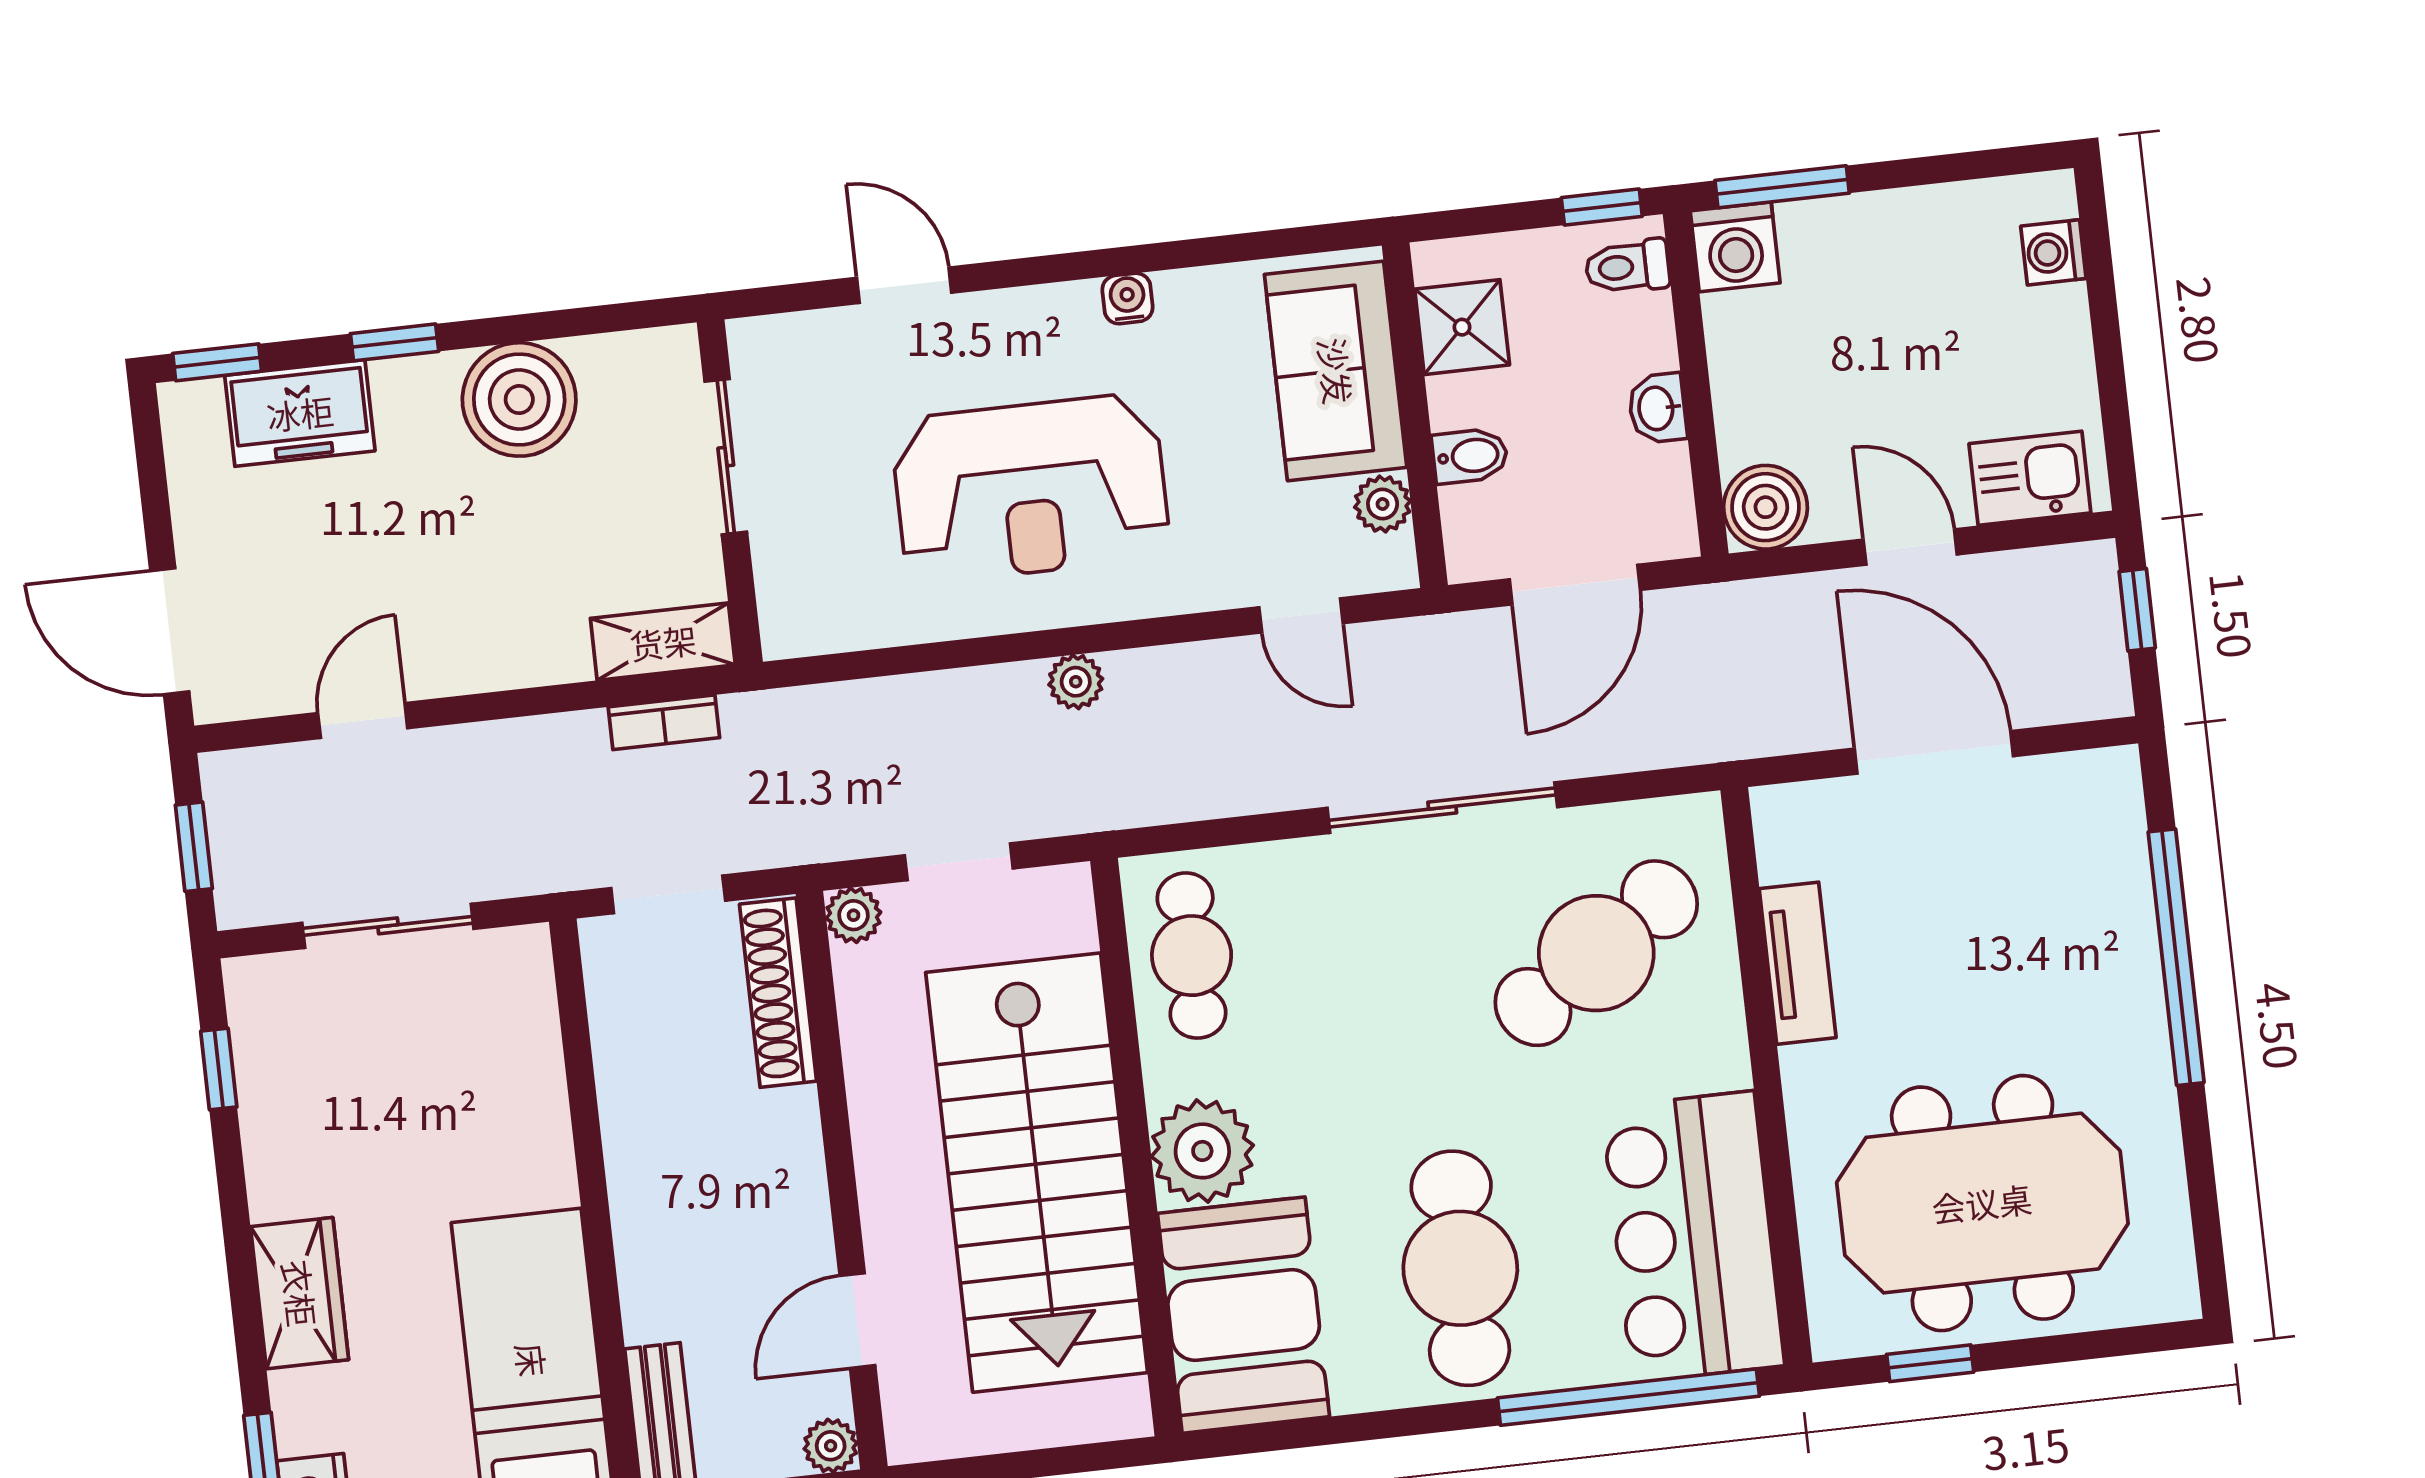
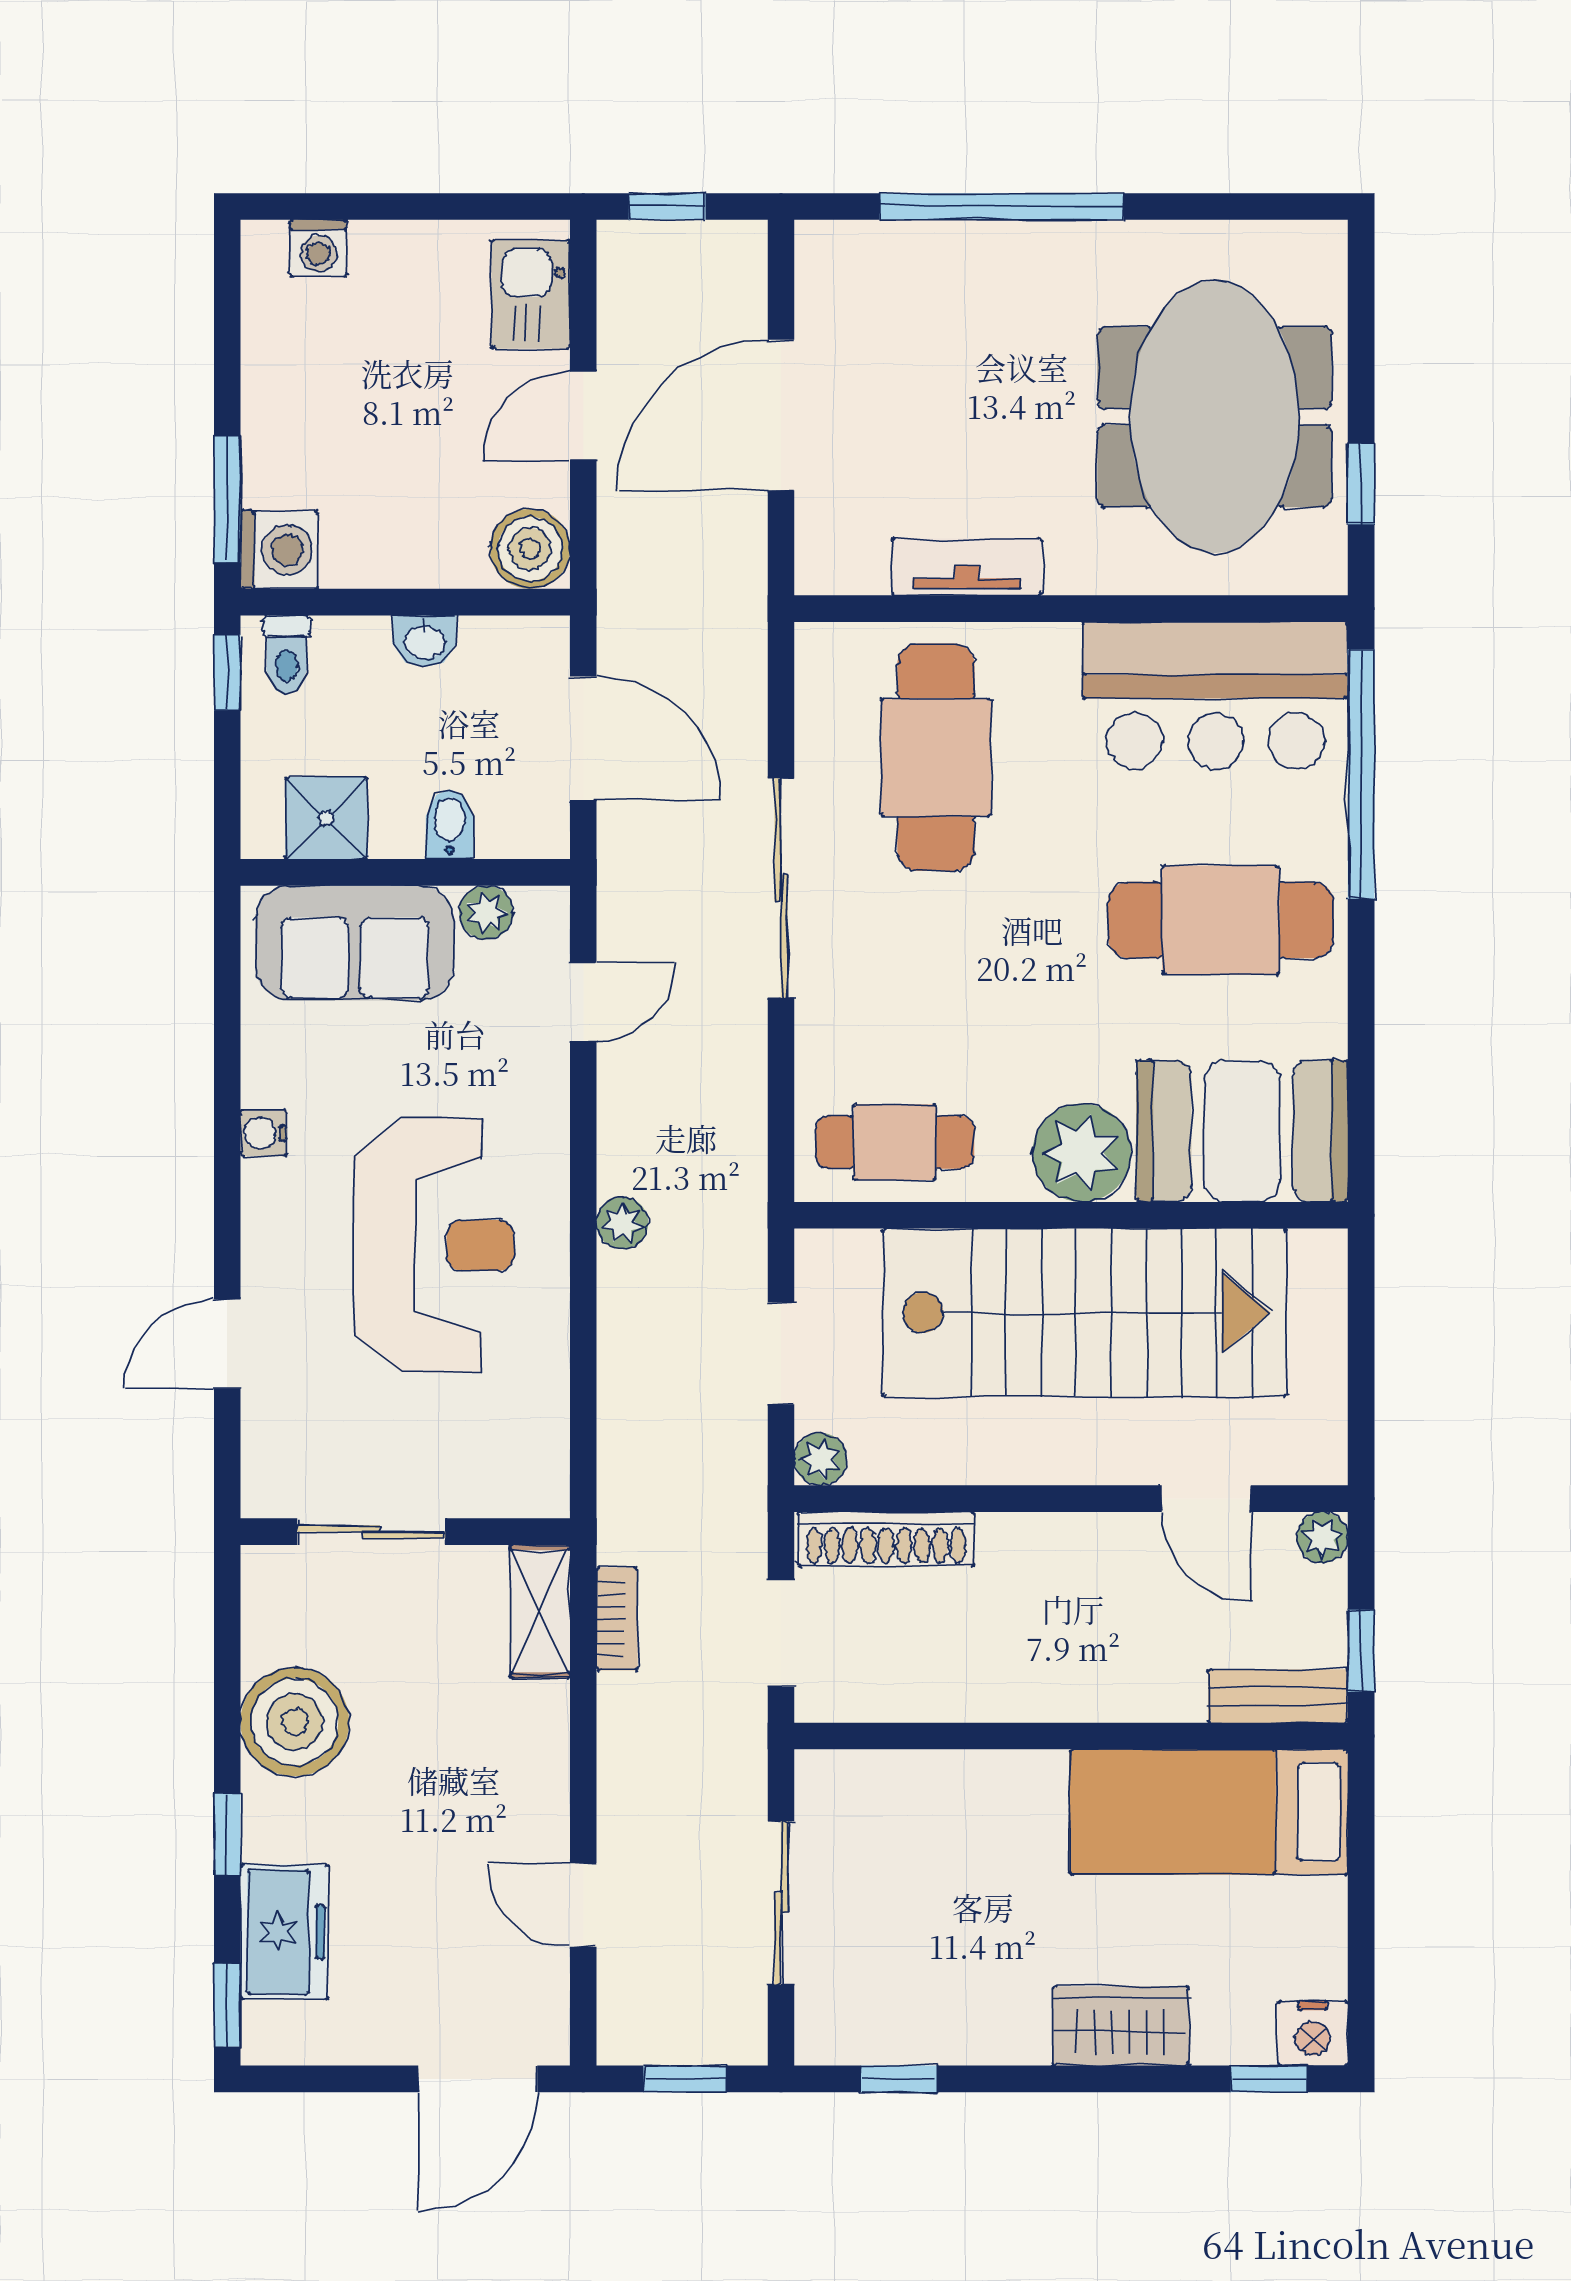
cafe table: (1596, 953) -> (936, 757), turned 34

